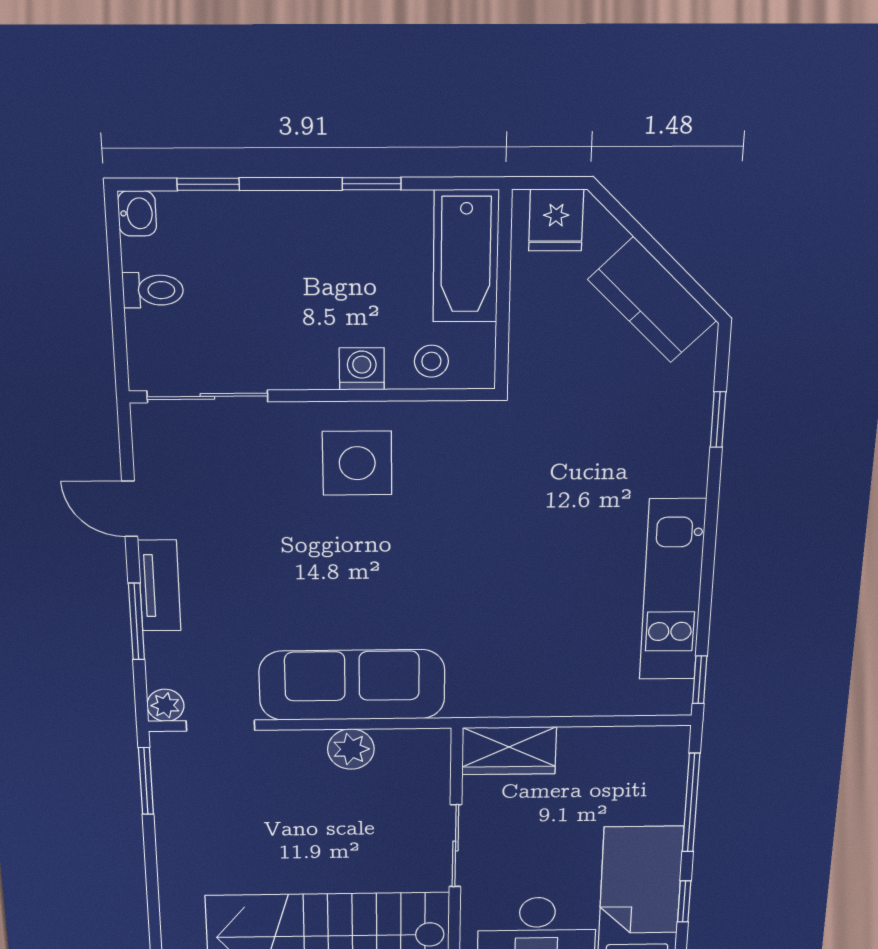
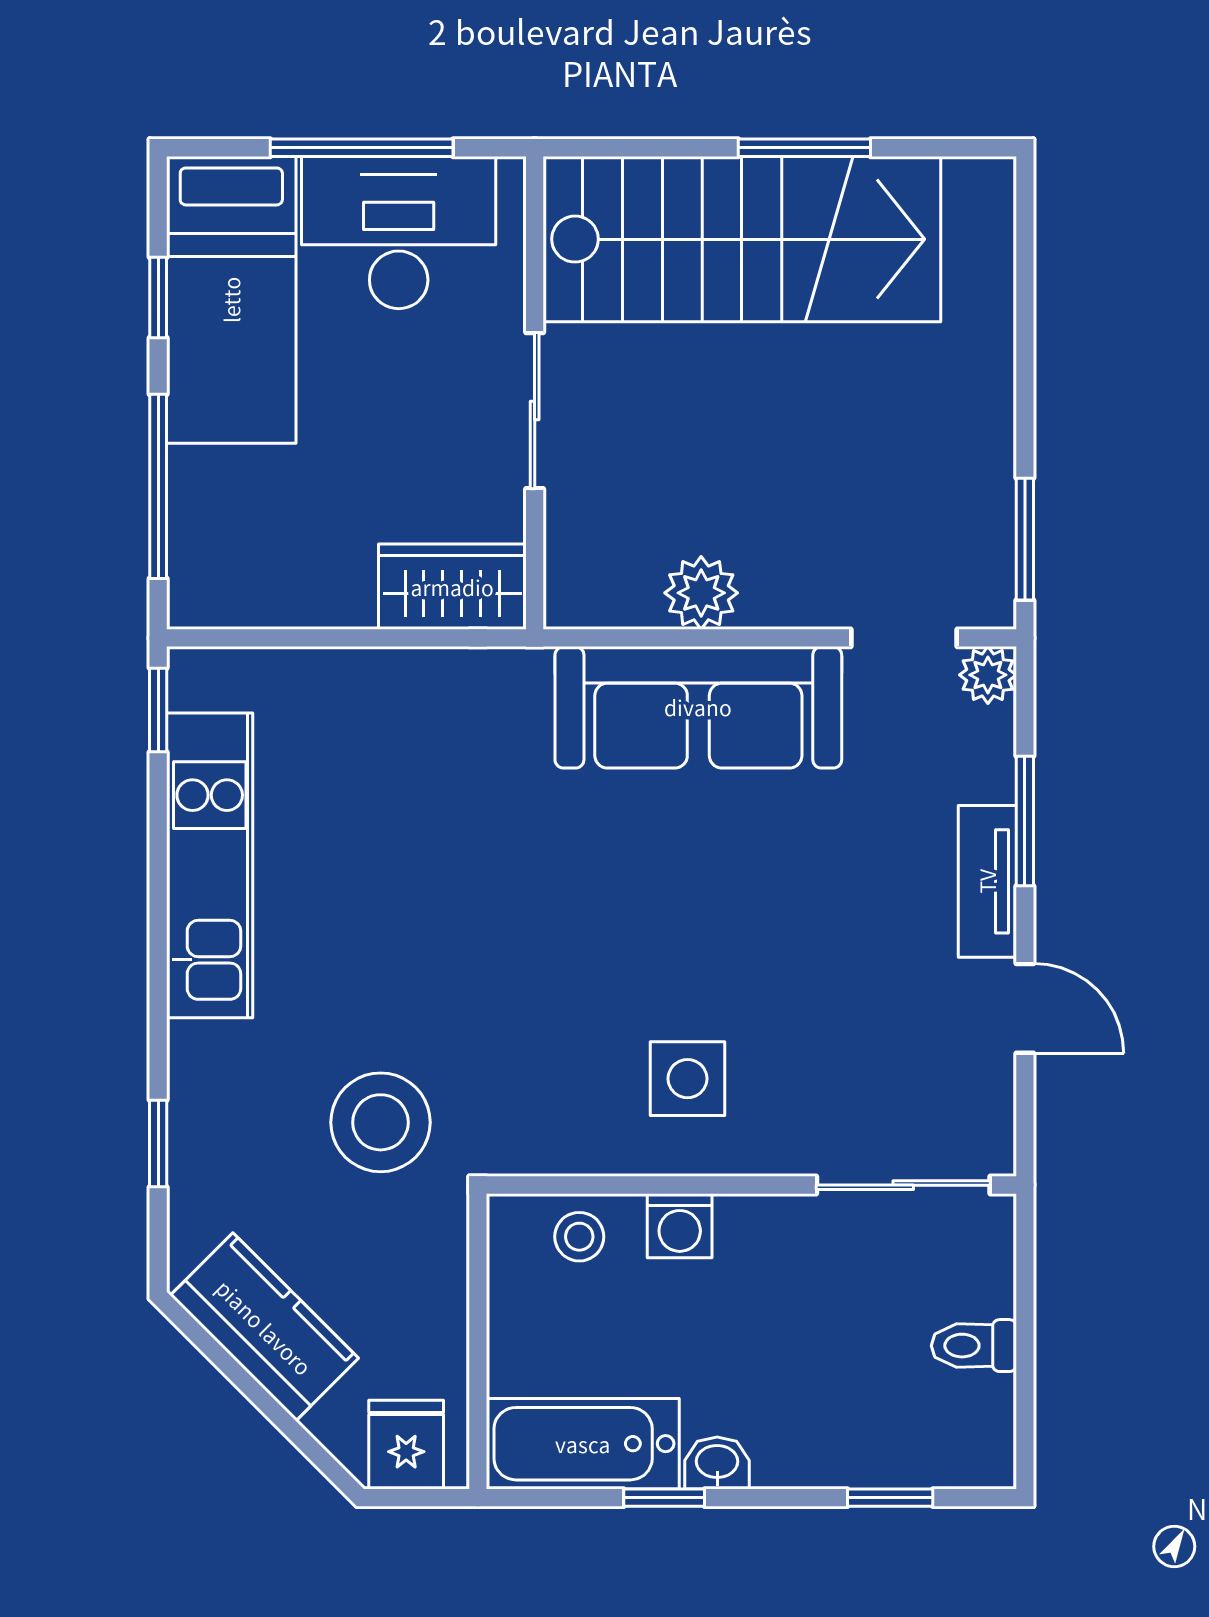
washbasin: (137, 213) -> (717, 1463), moved, turned 90
bathtub: (466, 256) -> (583, 1444), moved, turned -90
stool: (566, 434) -> (381, 1122), added
side table: (357, 463) -> (688, 1079), width x0.73, depth x0.73

